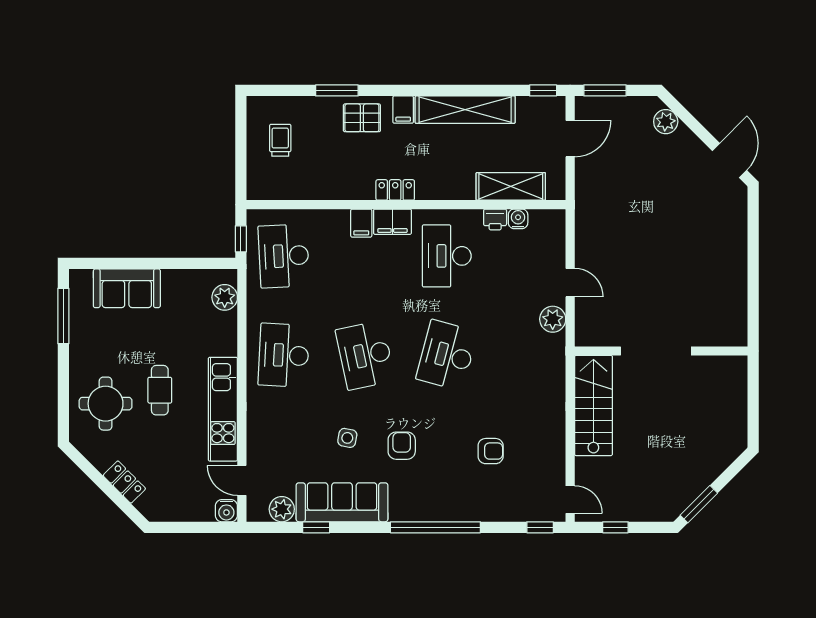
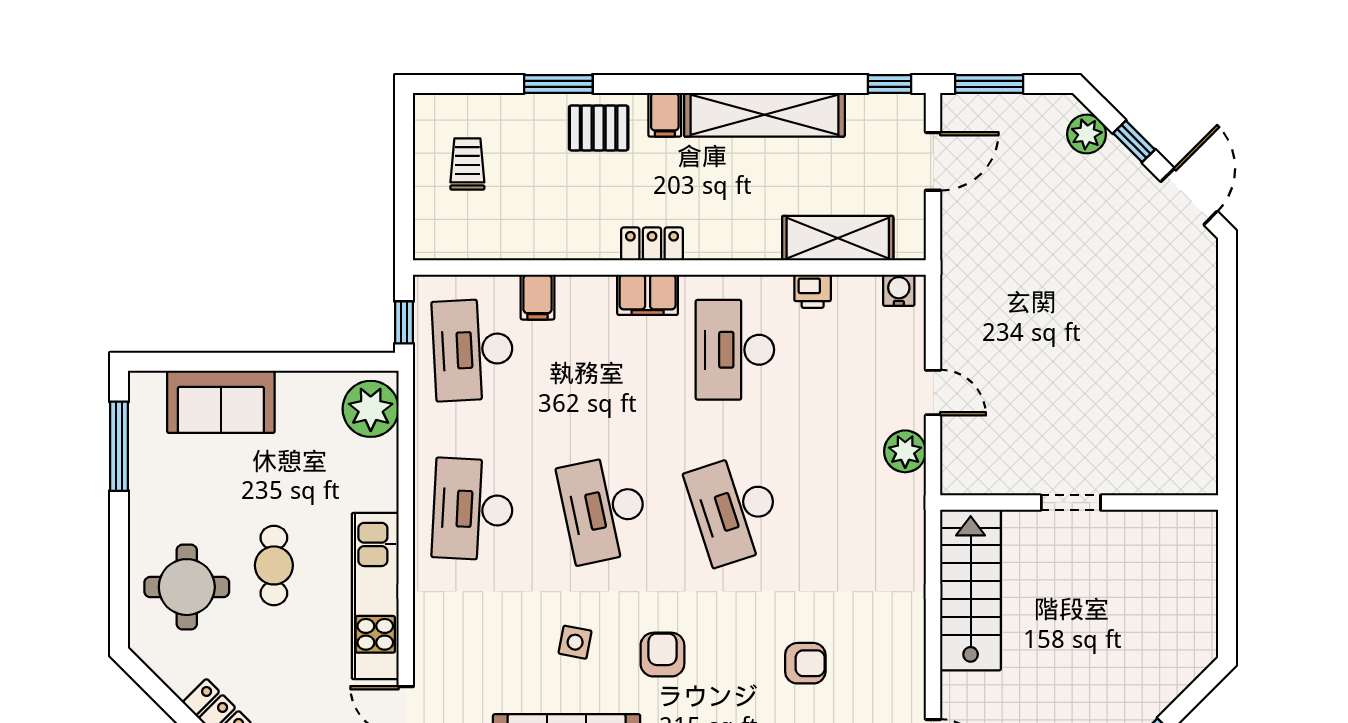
window: (695, 126) -> (1134, 141), added
water cooler: (518, 219) -> (899, 290), moved
filing cabinet: (361, 223) -> (537, 297), moved
plant: (225, 297) -> (371, 409), width x1.36, depth x1.36
doorway: (656, 351) -> (1071, 503), width x0.53
desk: (447, 355) -> (735, 509), turned -33

